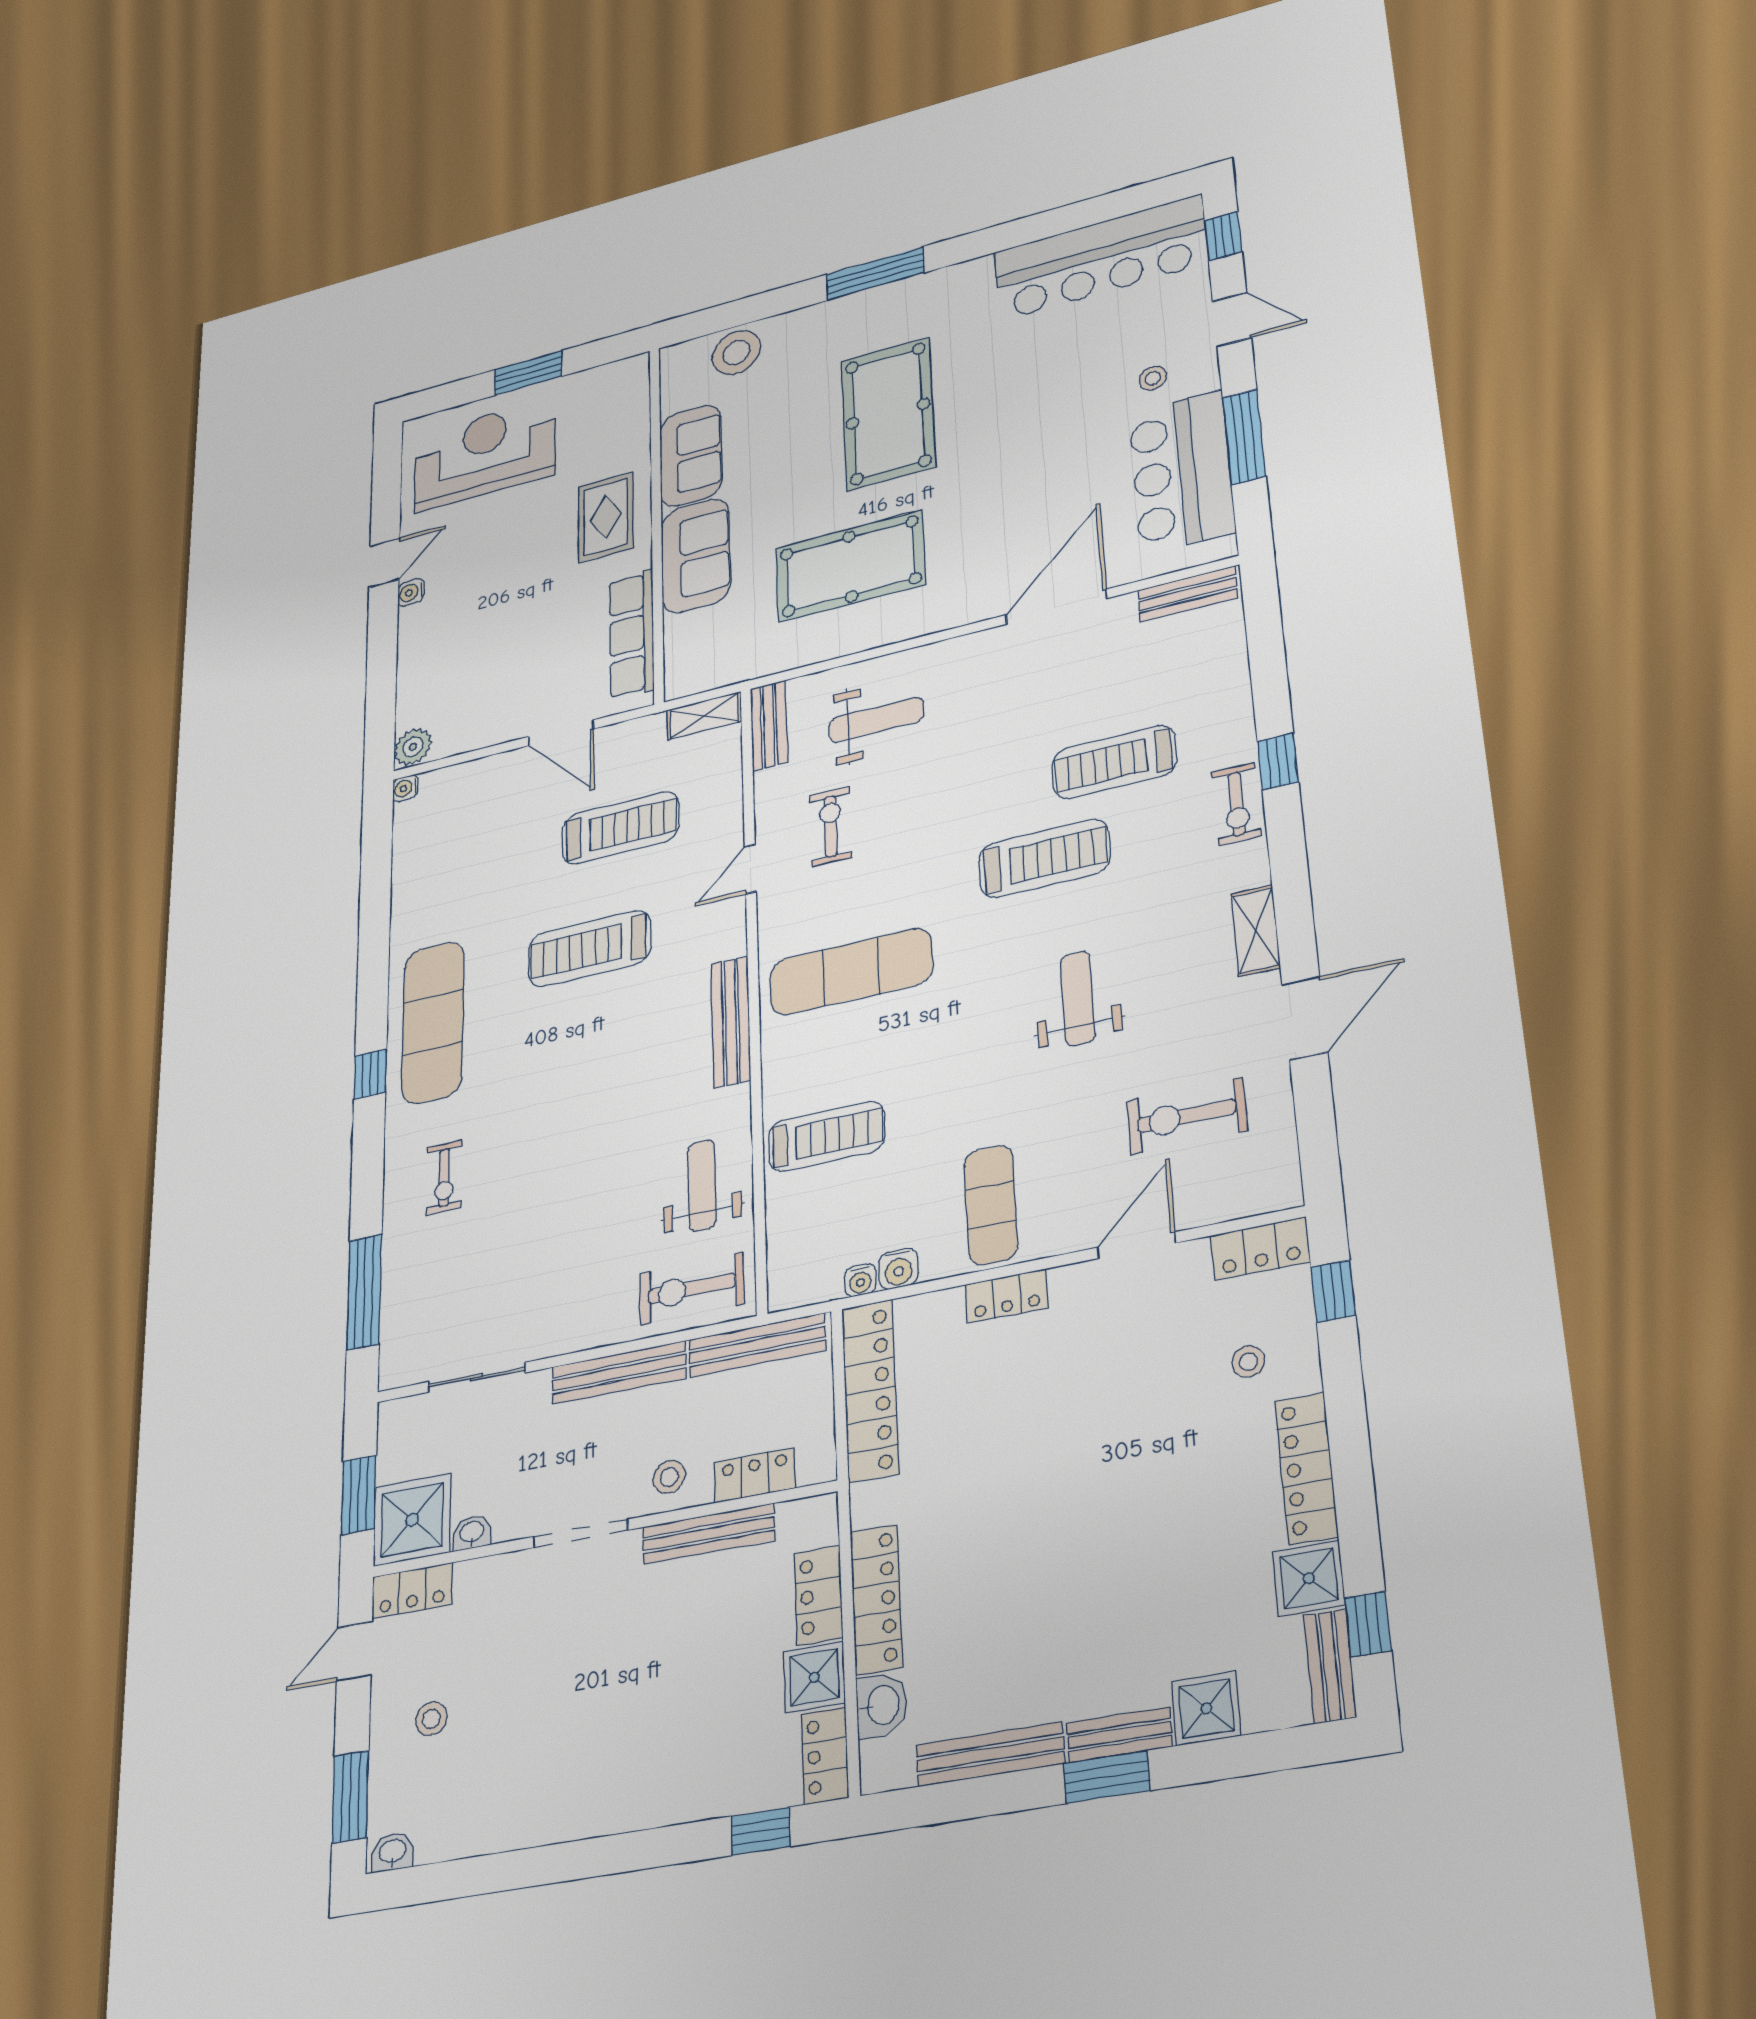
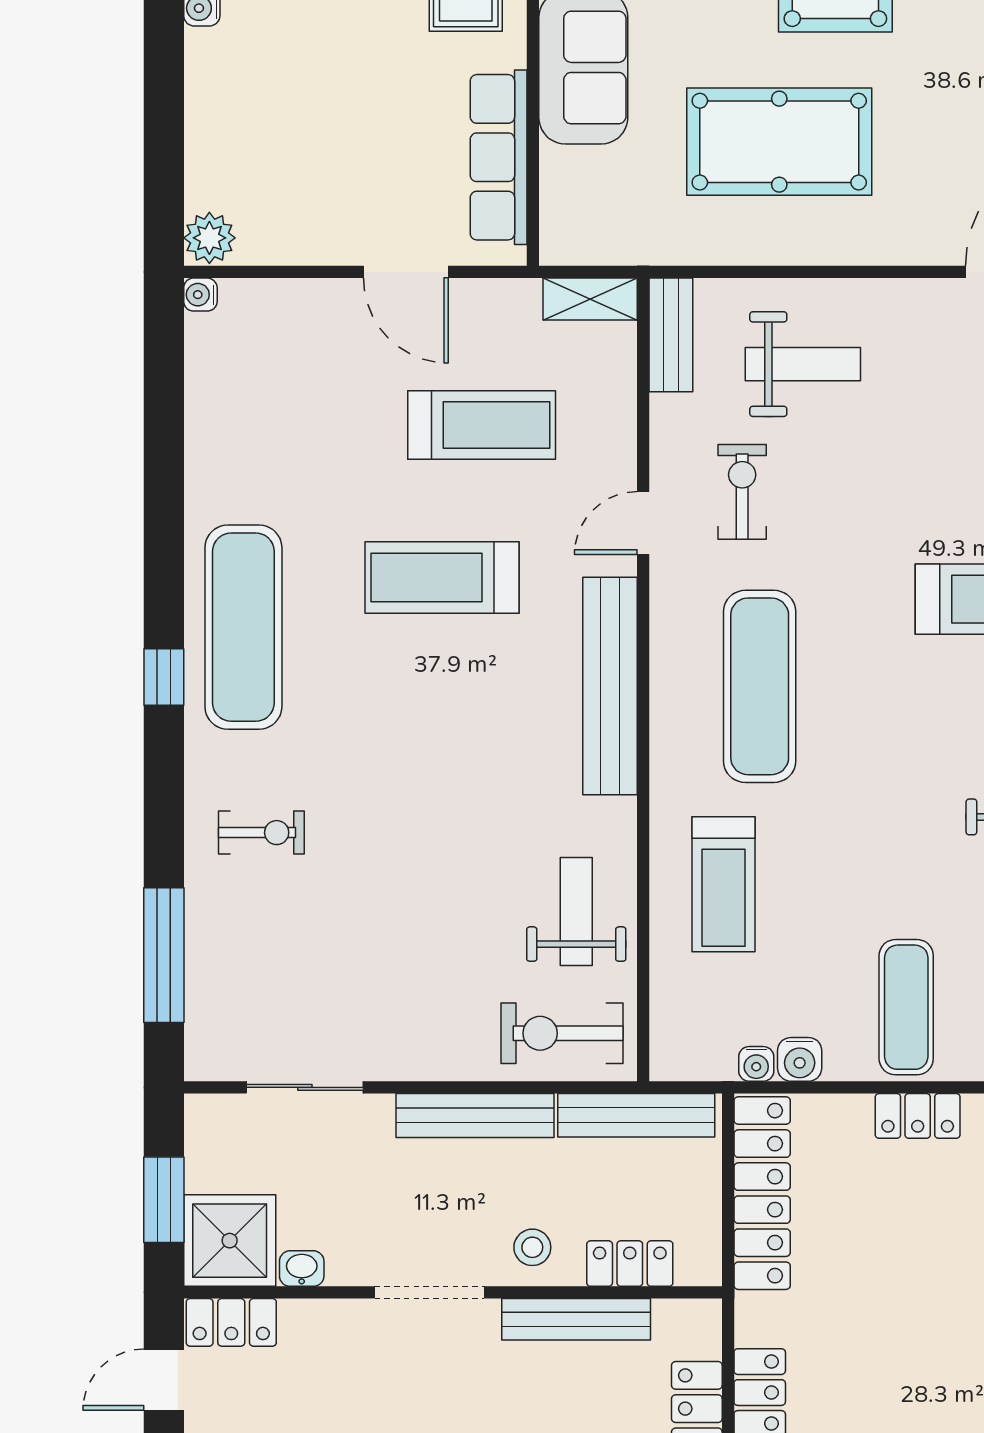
exercise mat: (851, 972) -> (760, 686), turned 90
bench: (731, 1022) -> (610, 686), width x1.37, depth x1.21
treadmill: (826, 1136) -> (724, 884), turned 90
exercise bike: (444, 1178) -> (261, 833), turned -90

